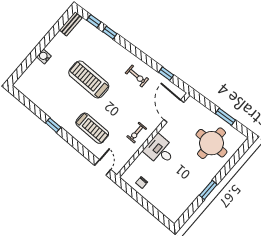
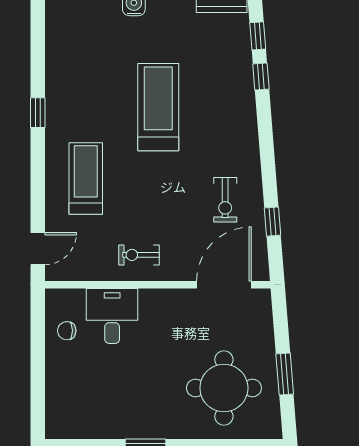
exercise bike: (137, 76) -> (225, 200), moved
treadmill: (92, 128) -> (86, 178), turned 180
desk: (160, 150) -> (112, 316), moved

